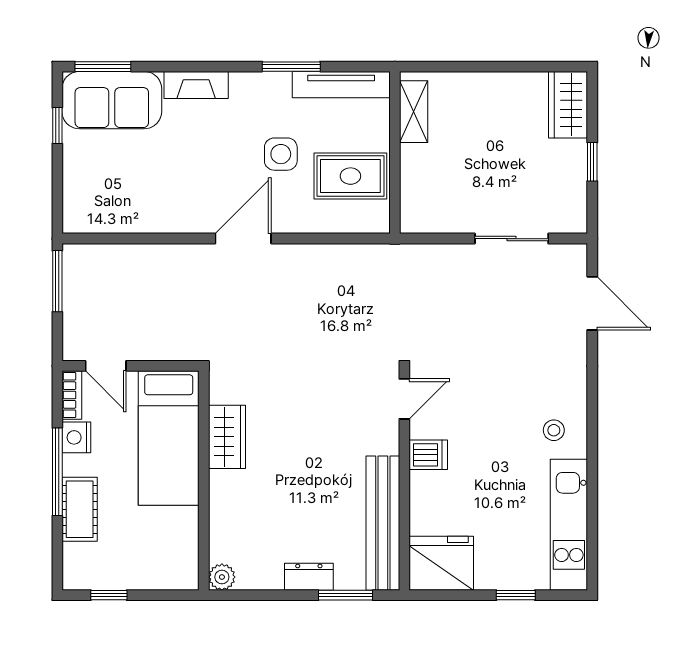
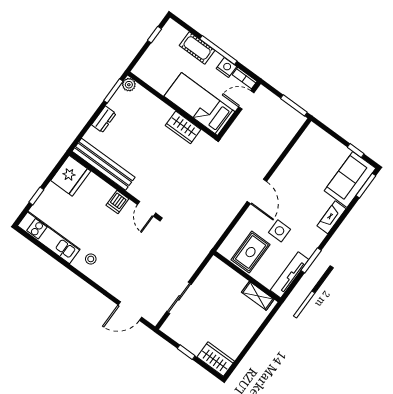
window: (346, 595) -> (113, 91), moved

